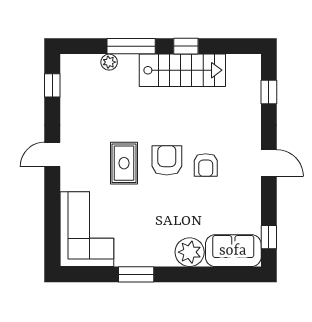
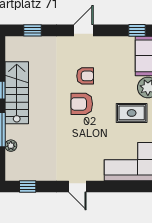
rug: (124, 163) -> (132, 113), moved

